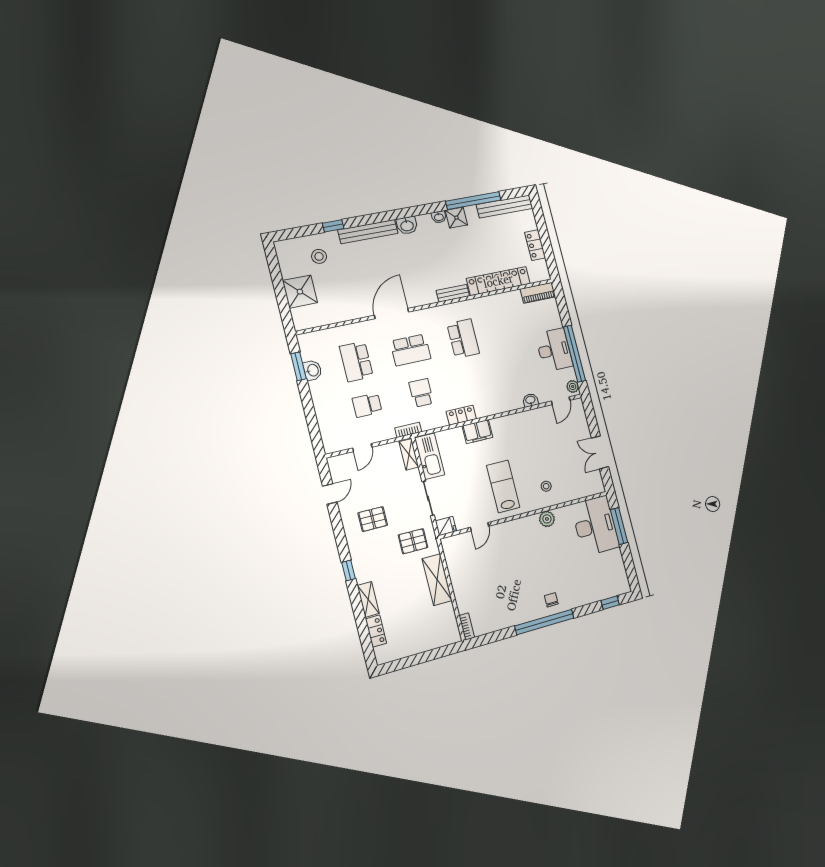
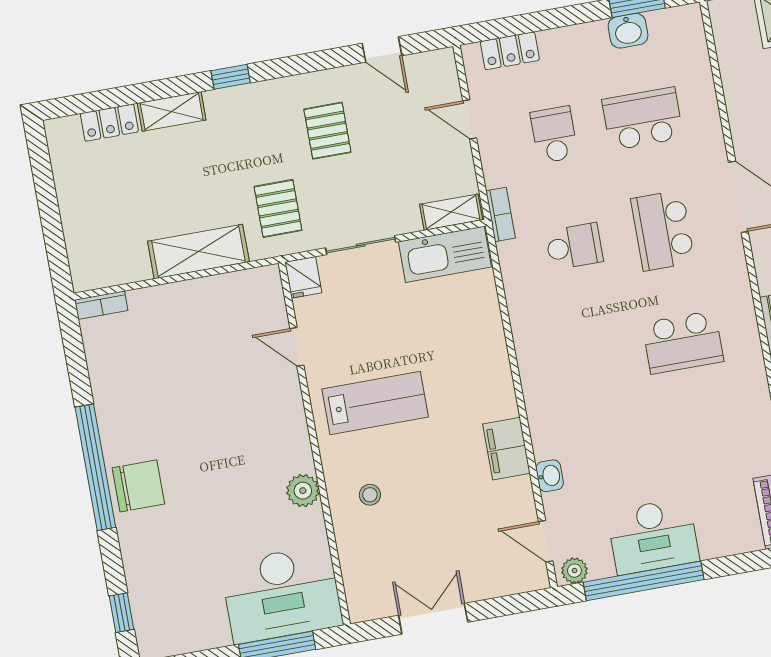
locker: (461, 415) -> (510, 51), moved, turned 90
filing cabinet: (477, 432) -> (506, 449), moved
chair: (551, 600) -> (138, 486), width x1.87, depth x1.87

